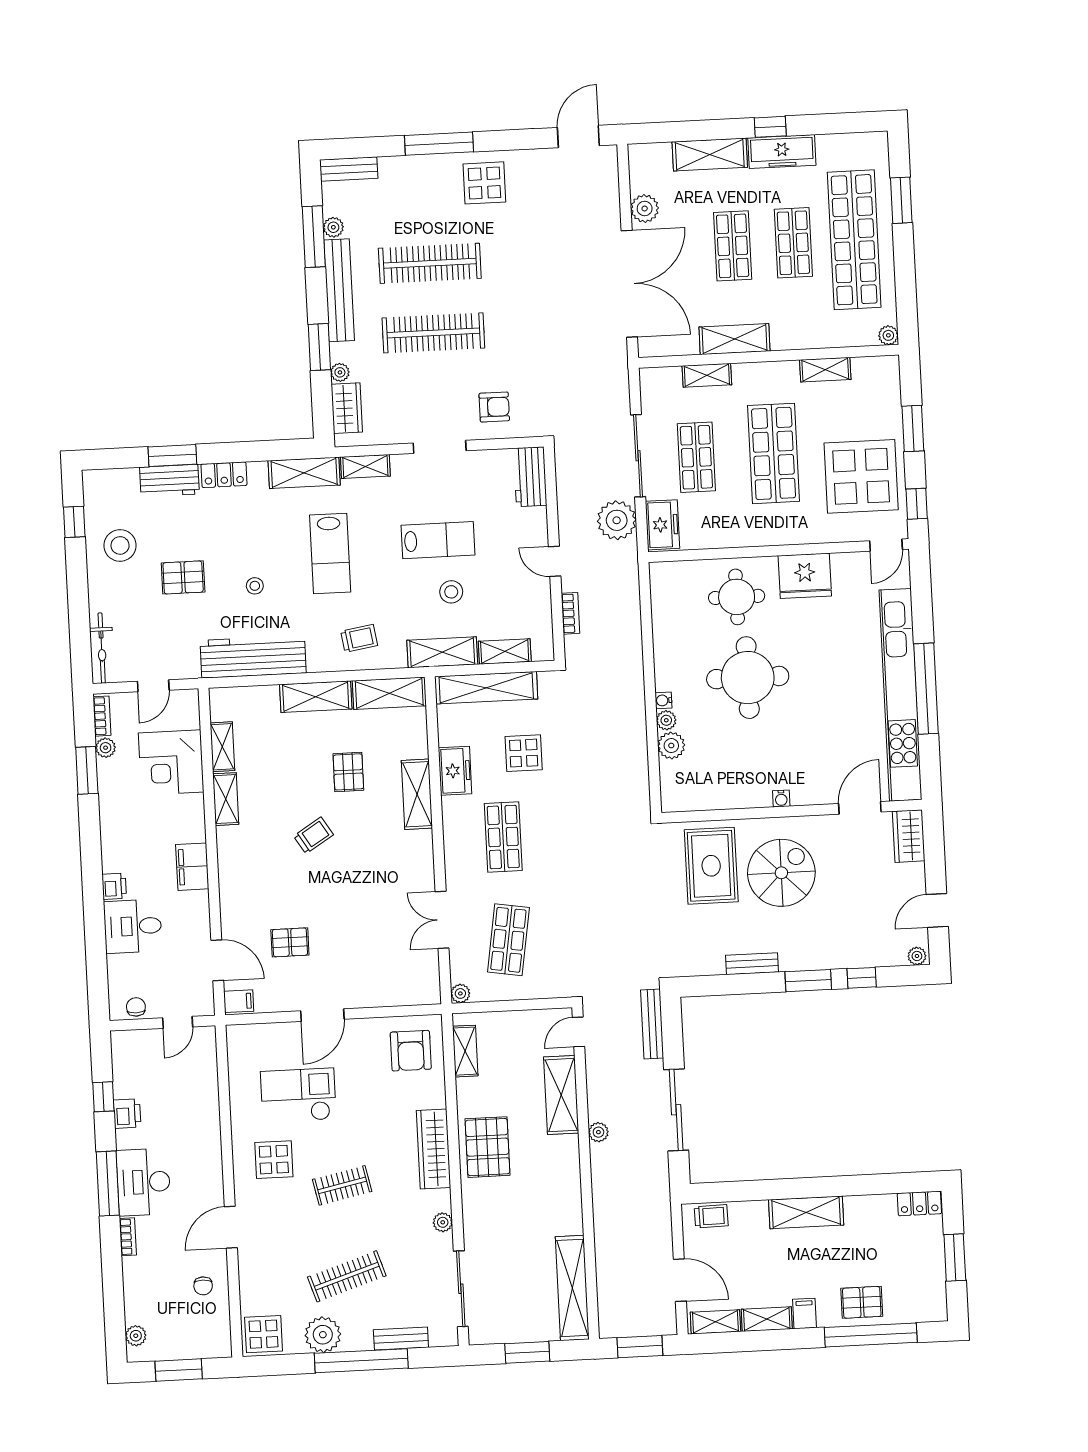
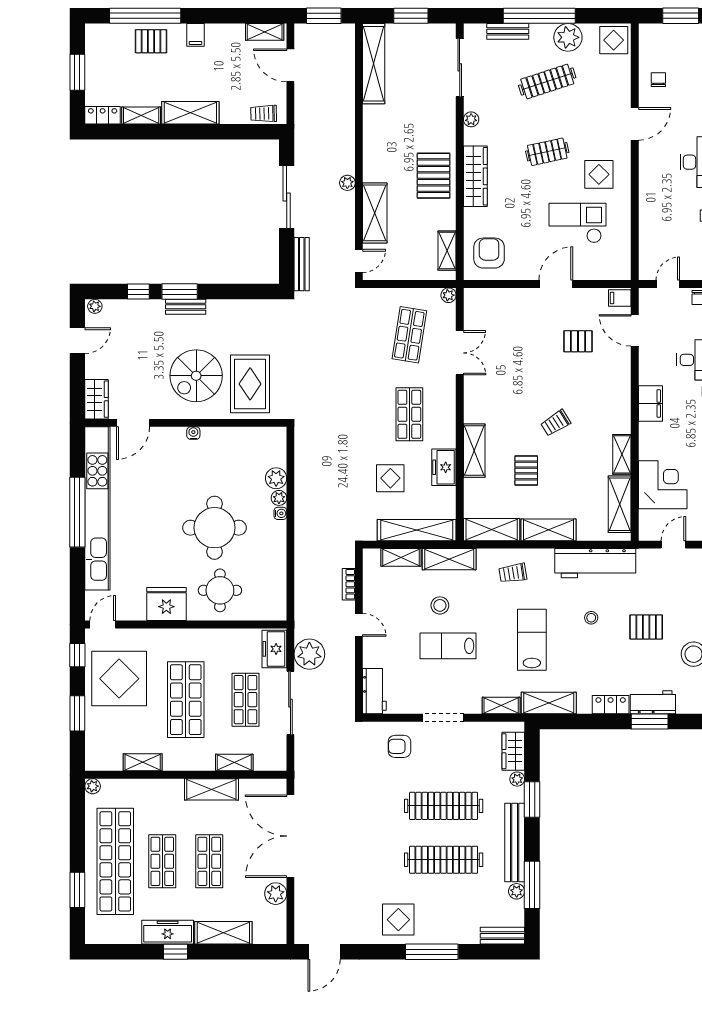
shelving: (222, 747) -> (620, 504), width x1.50, depth x1.33
bench: (752, 964) -> (186, 307), moved
checkout: (298, 1095) -> (578, 223), turned 180
shelving: (767, 1319) -> (141, 116), moved

